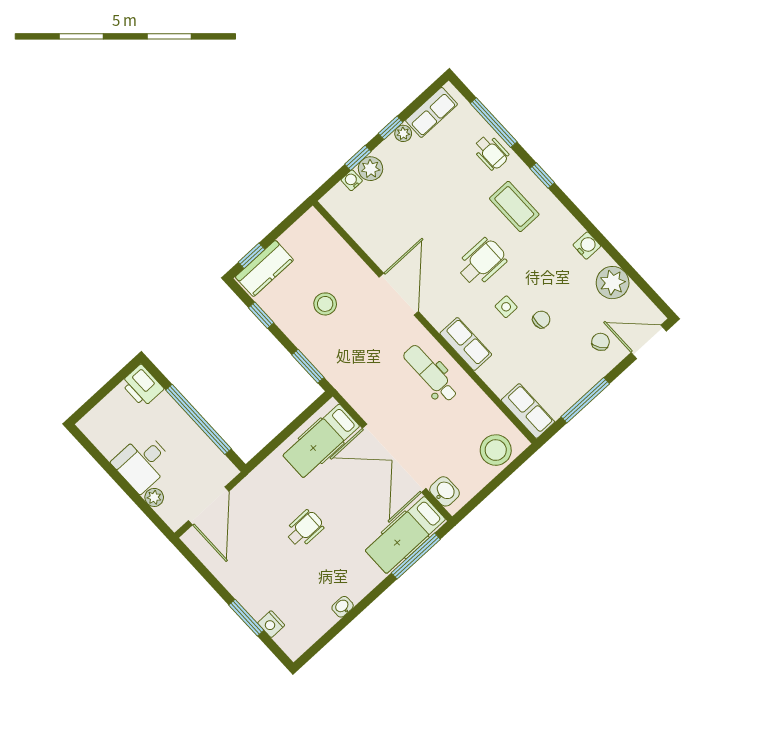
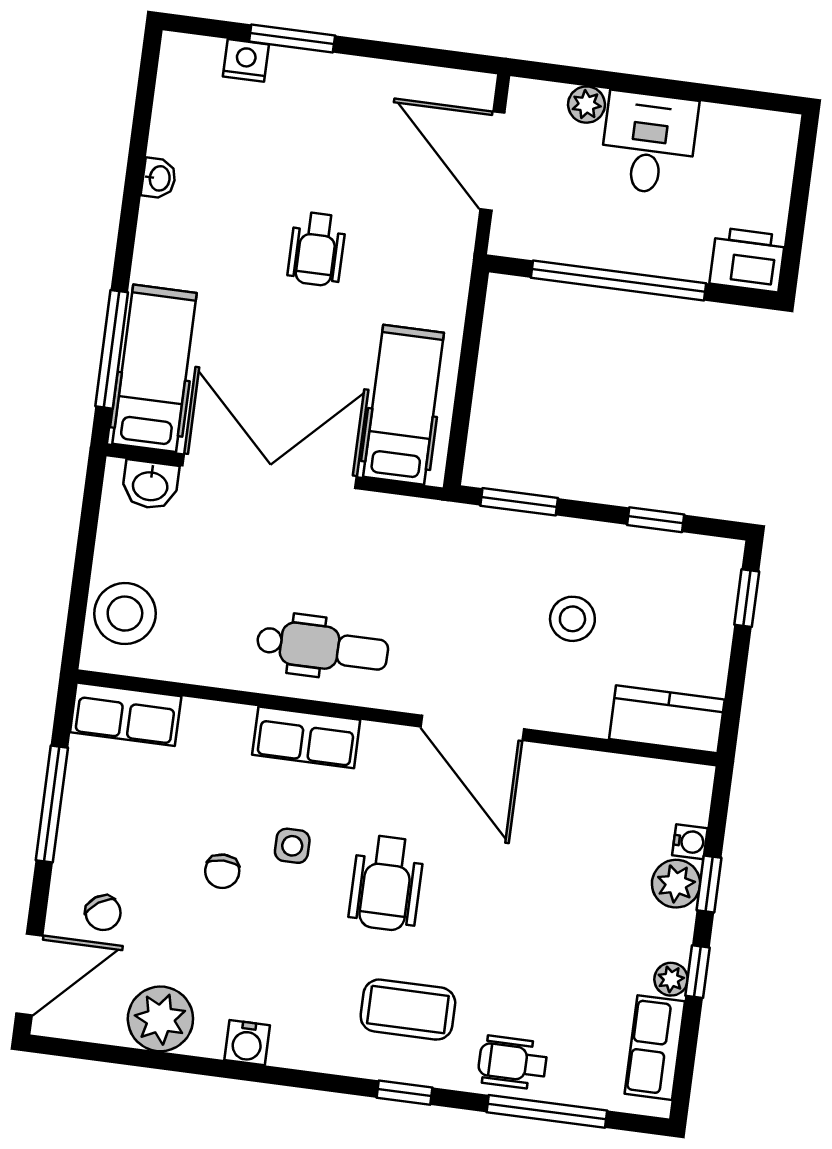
kitchen counter: (264, 268) -> (667, 719), moved, turned 90

